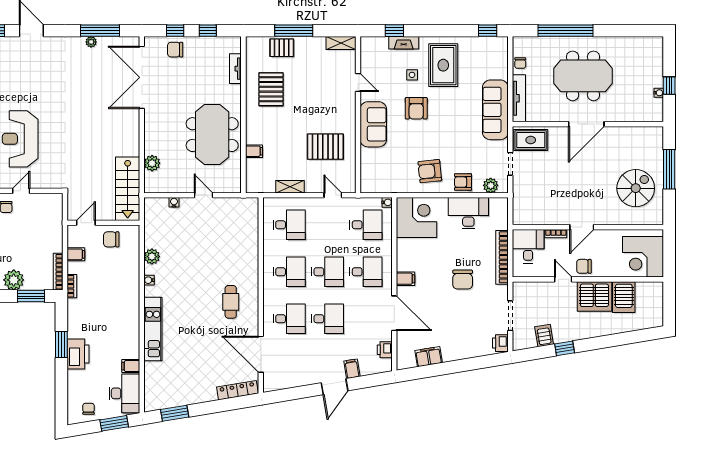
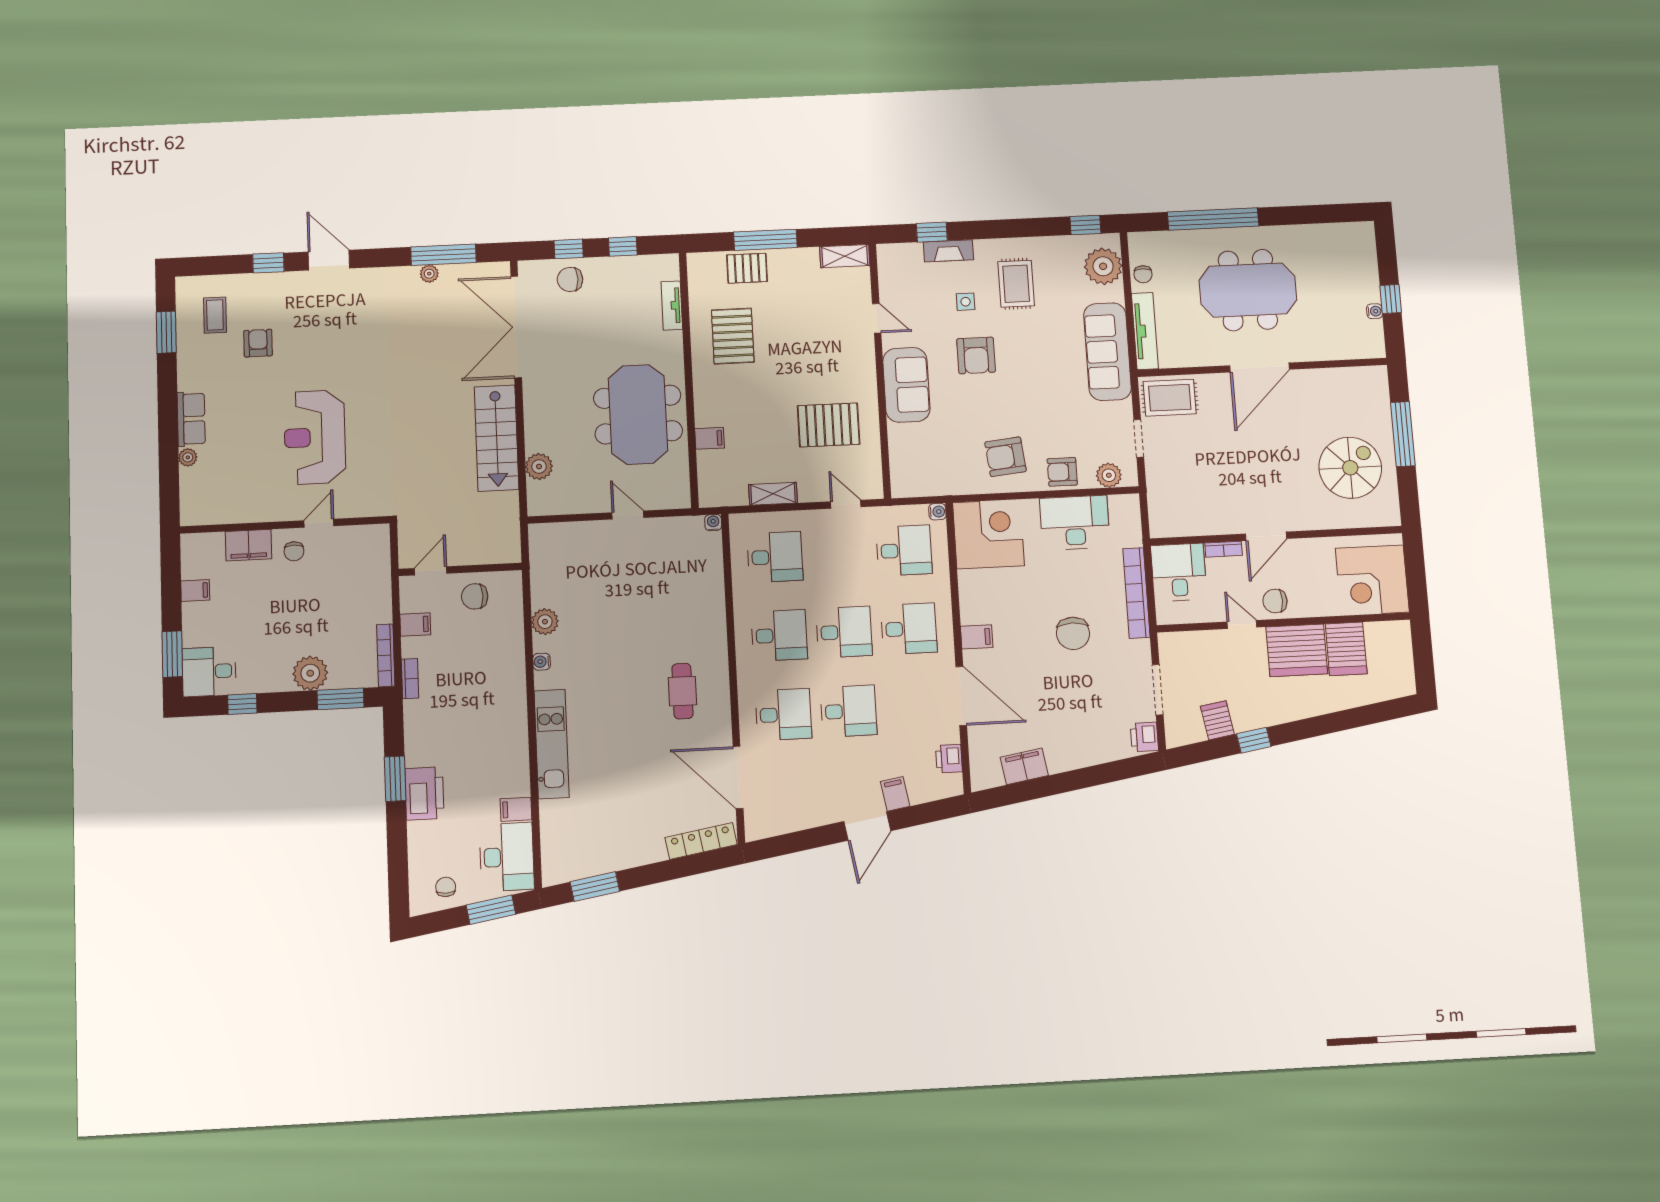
plant: (497, 57) -> (1103, 266), added
rug: (443, 65) -> (1016, 284), width x0.73, depth x0.70
stairs: (128, 189) -> (497, 438), moved
water cooler: (174, 202) -> (713, 523), moved

